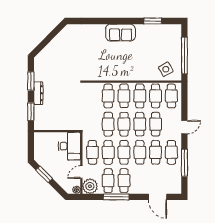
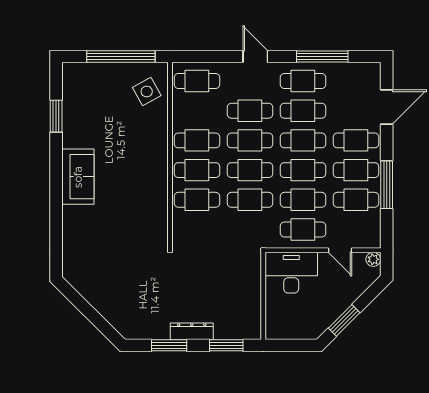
cafe table: (156, 96) -> (356, 140), moved
plant: (90, 186) -> (367, 234), removed

